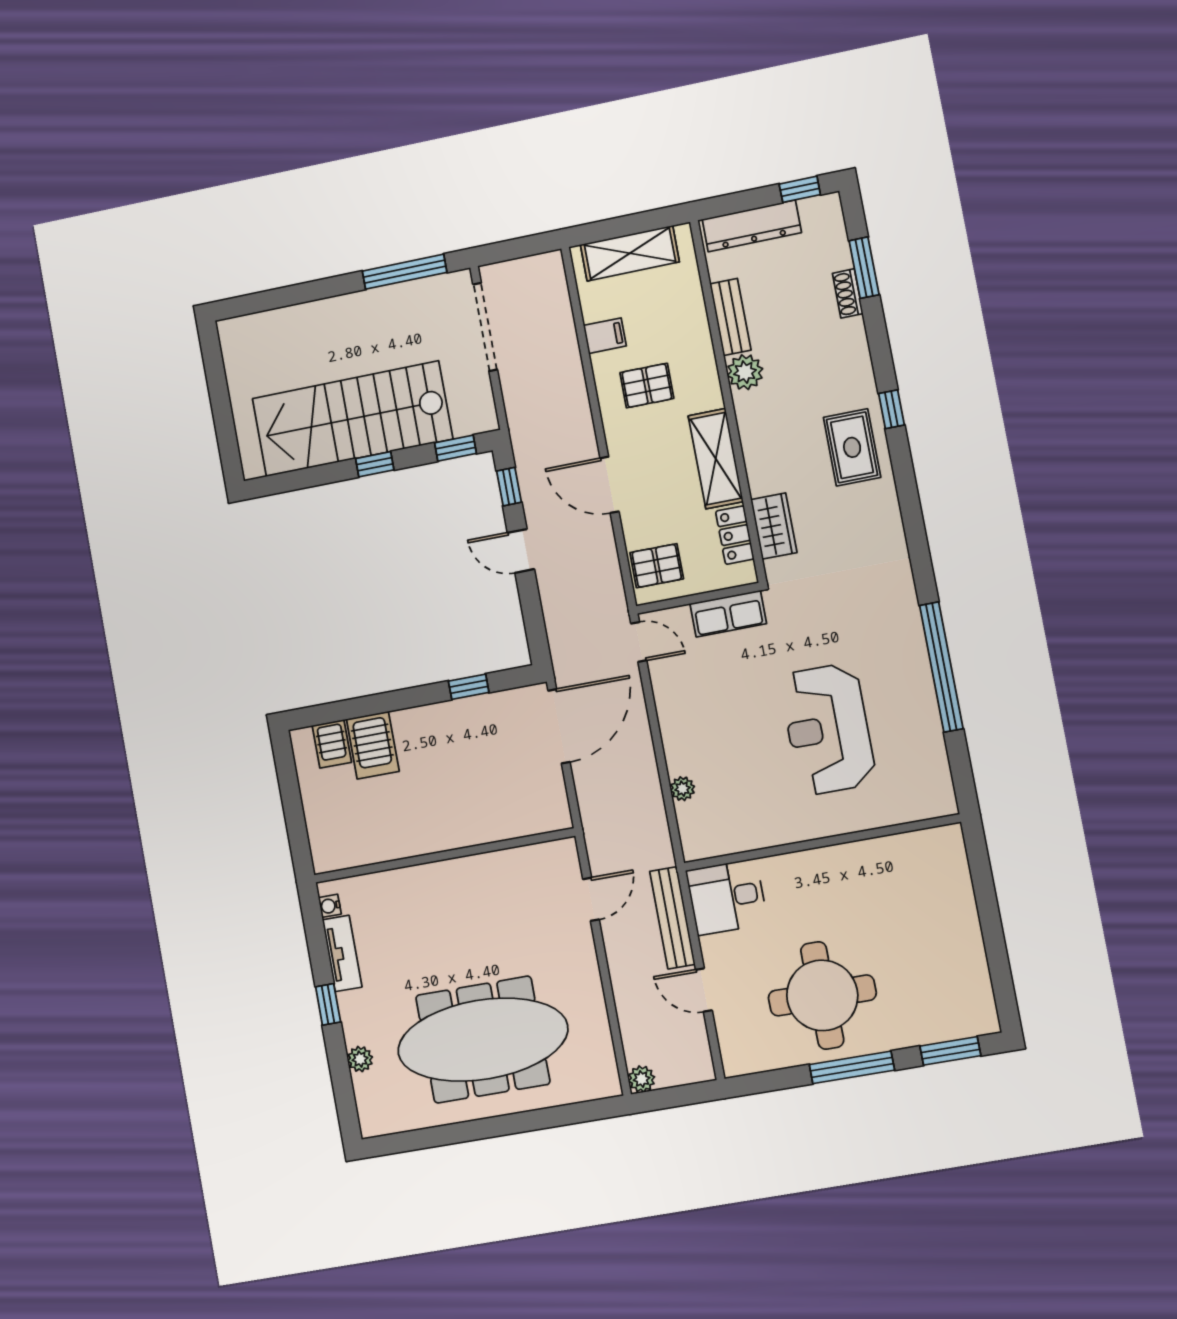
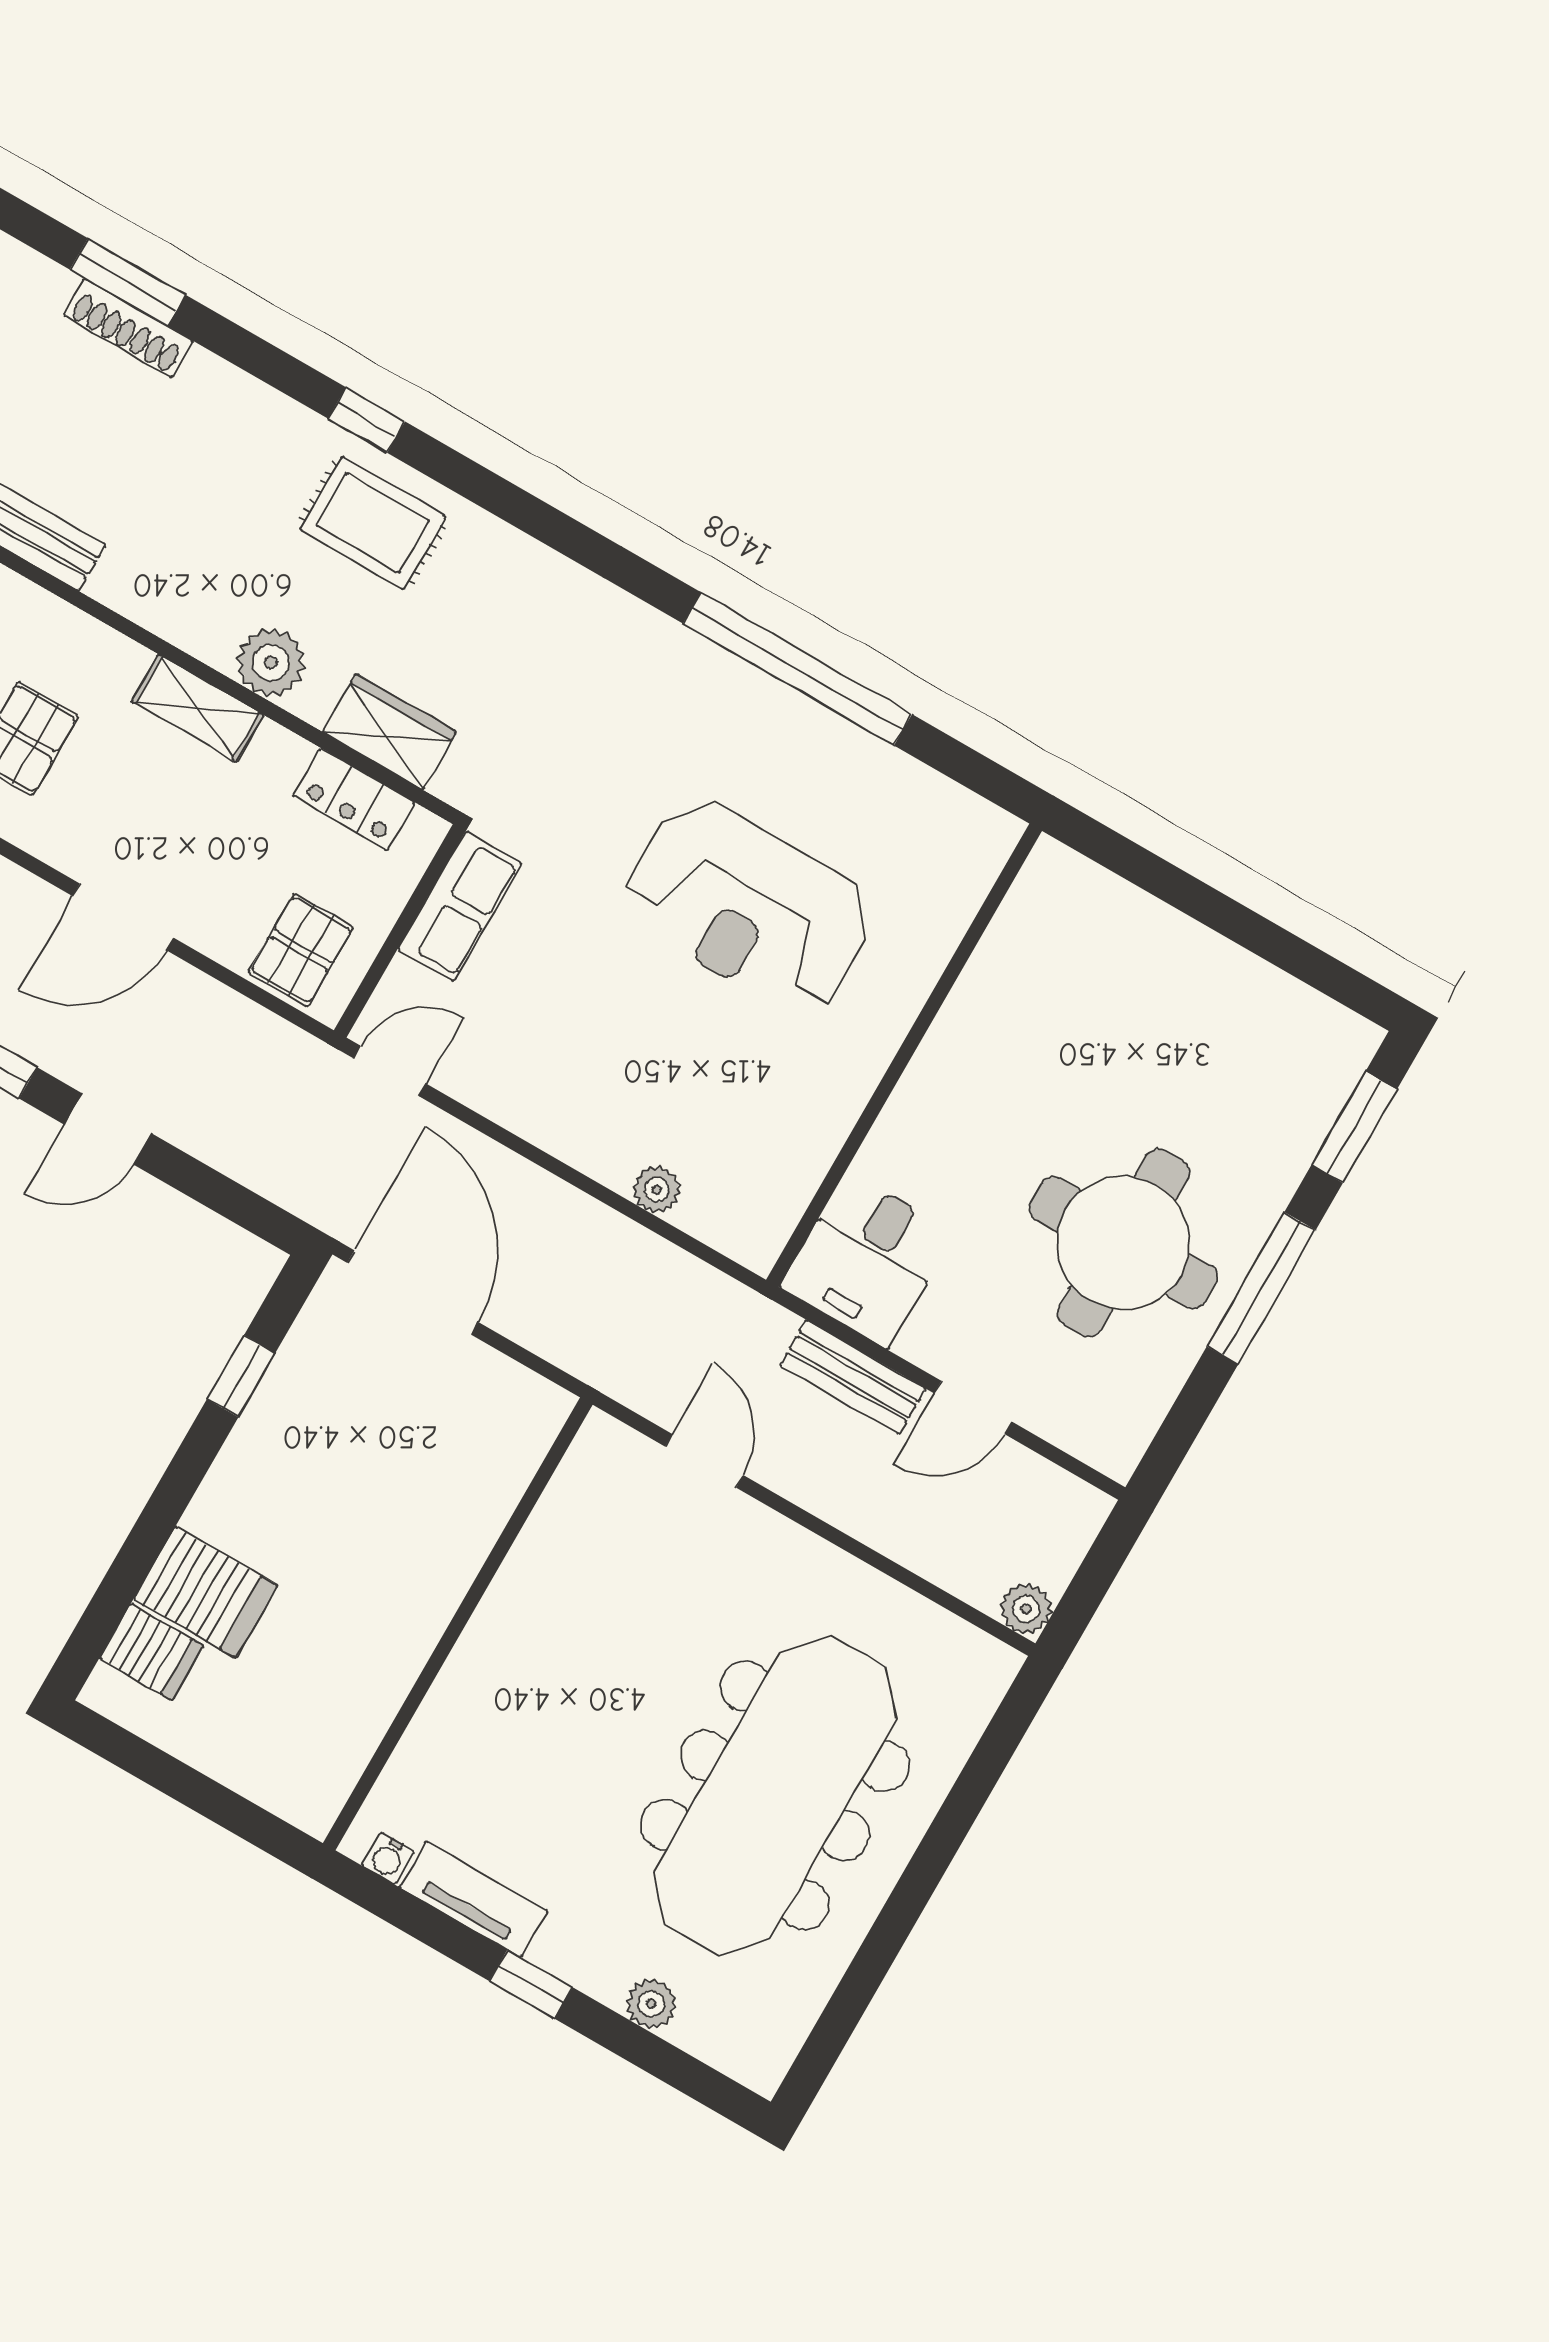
shoe rack: (848, 293) -> (128, 328), width x1.43
plant: (745, 372) -> (271, 662), moved
shelving: (716, 459) -> (197, 708), width x0.67, depth x0.75
bench: (672, 918) -> (853, 1377), width x0.73

